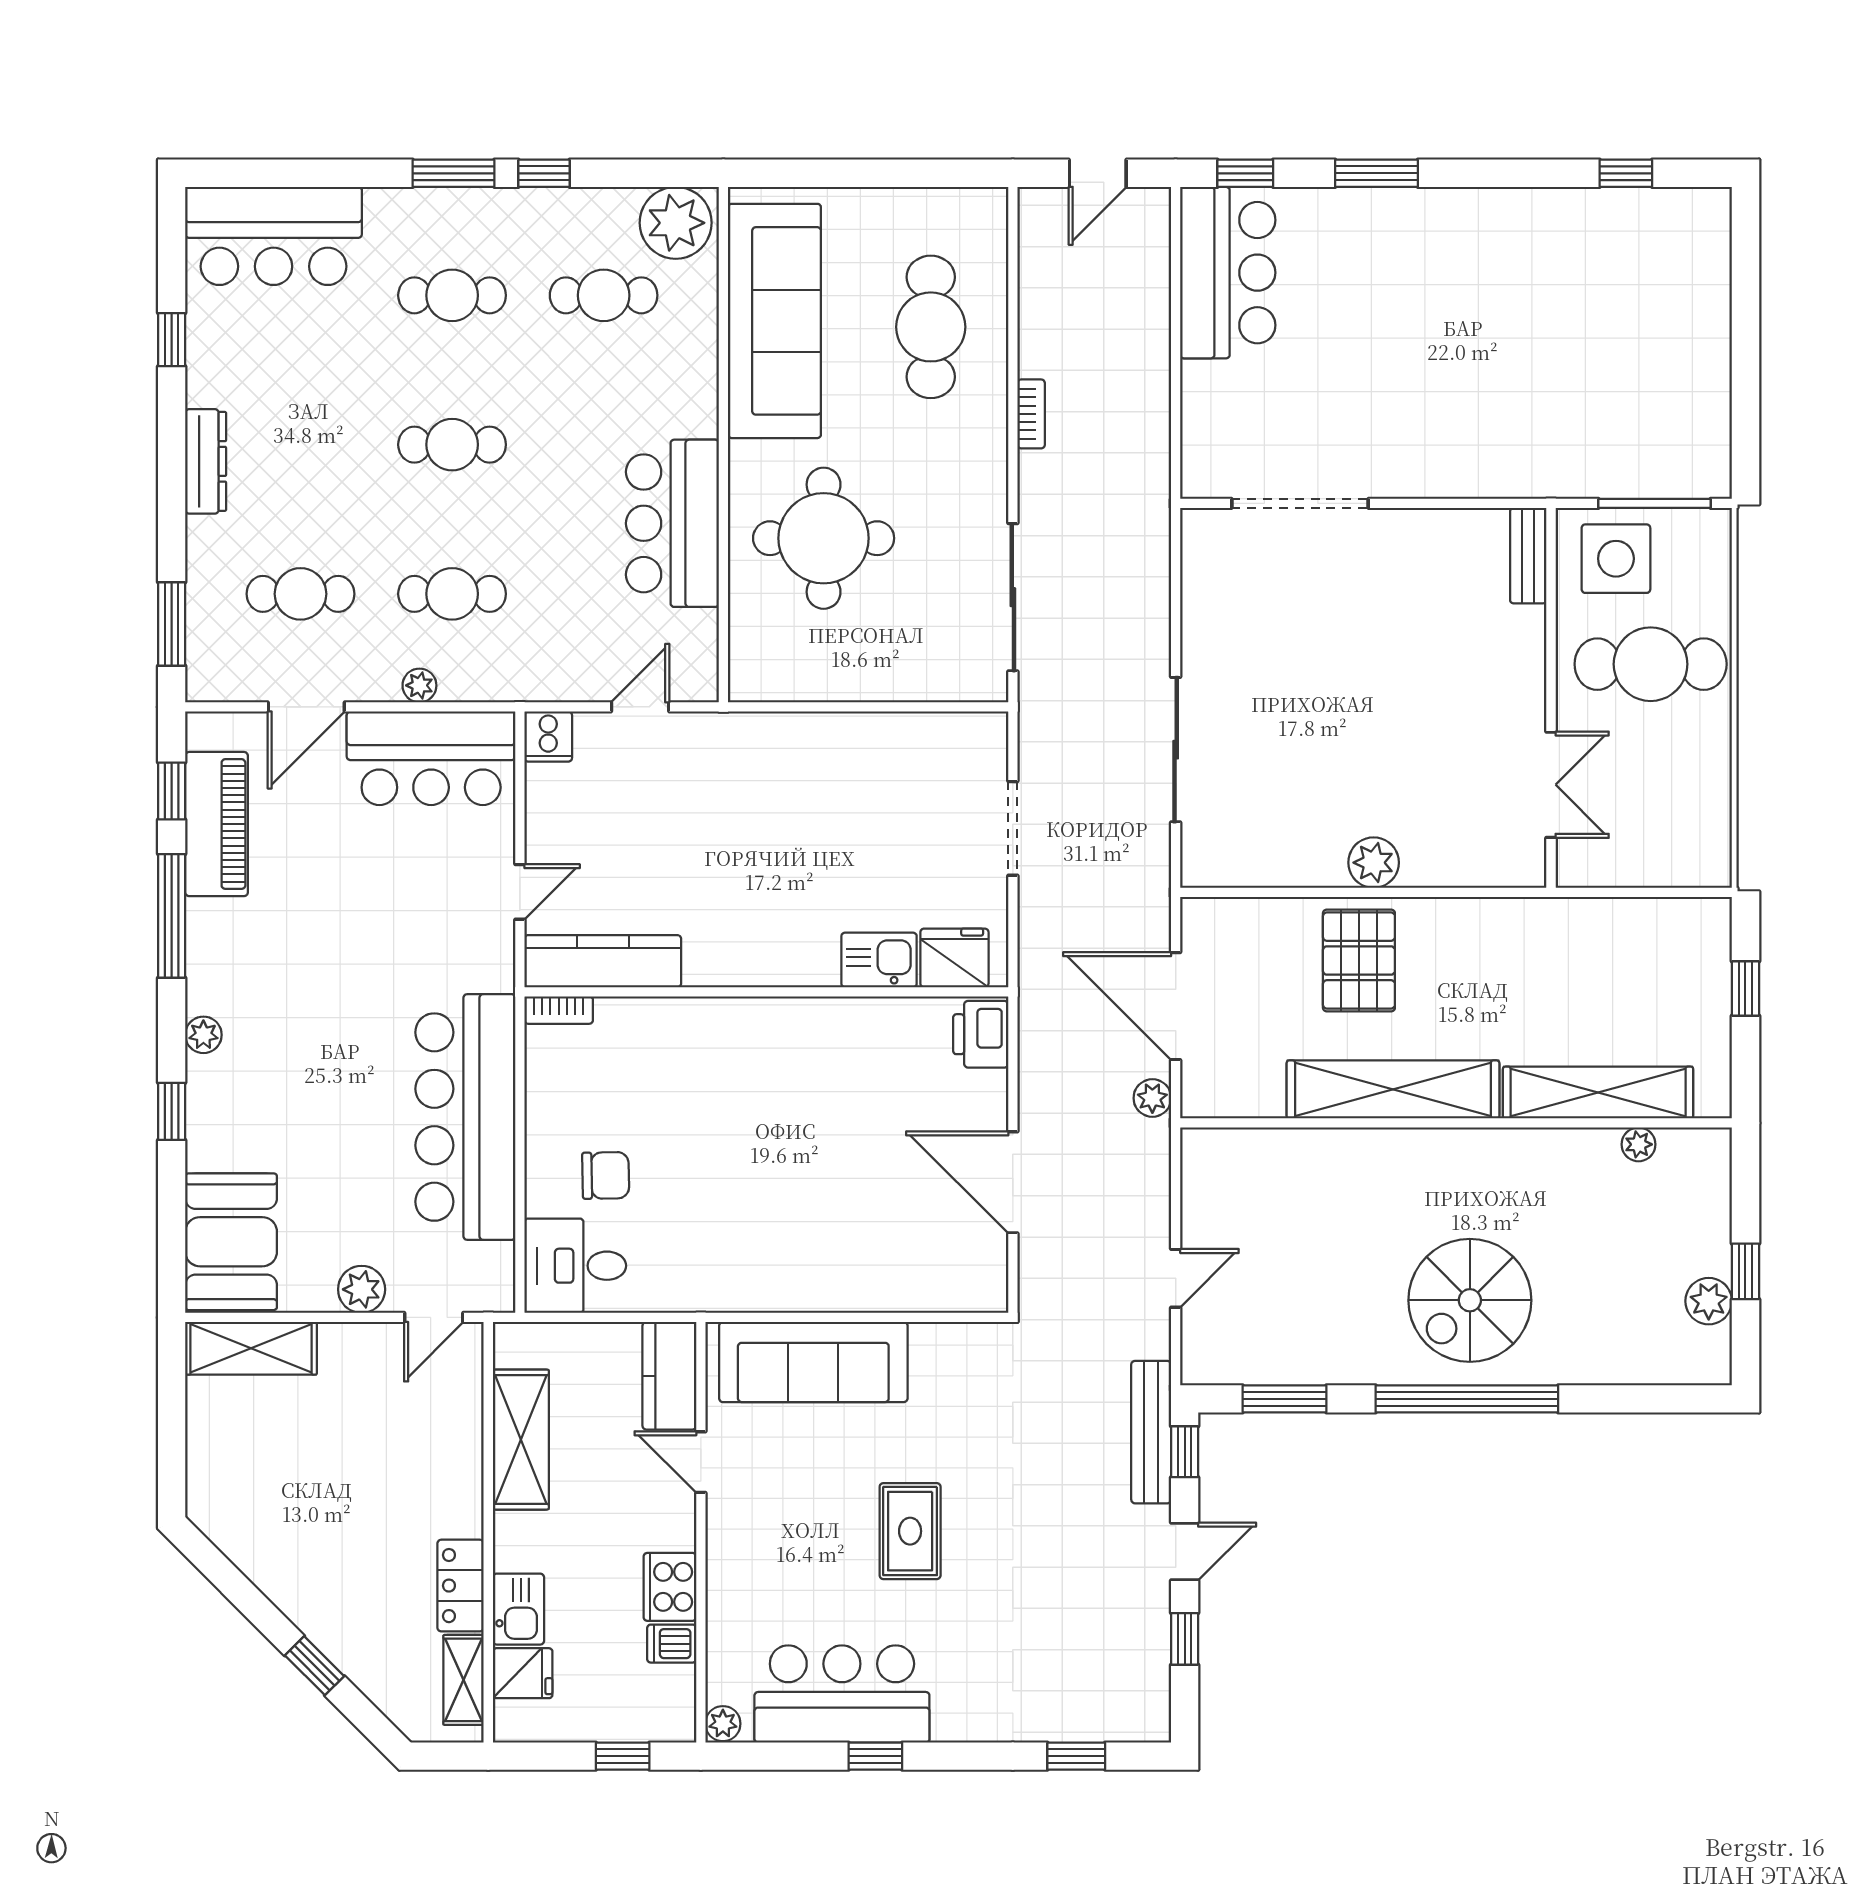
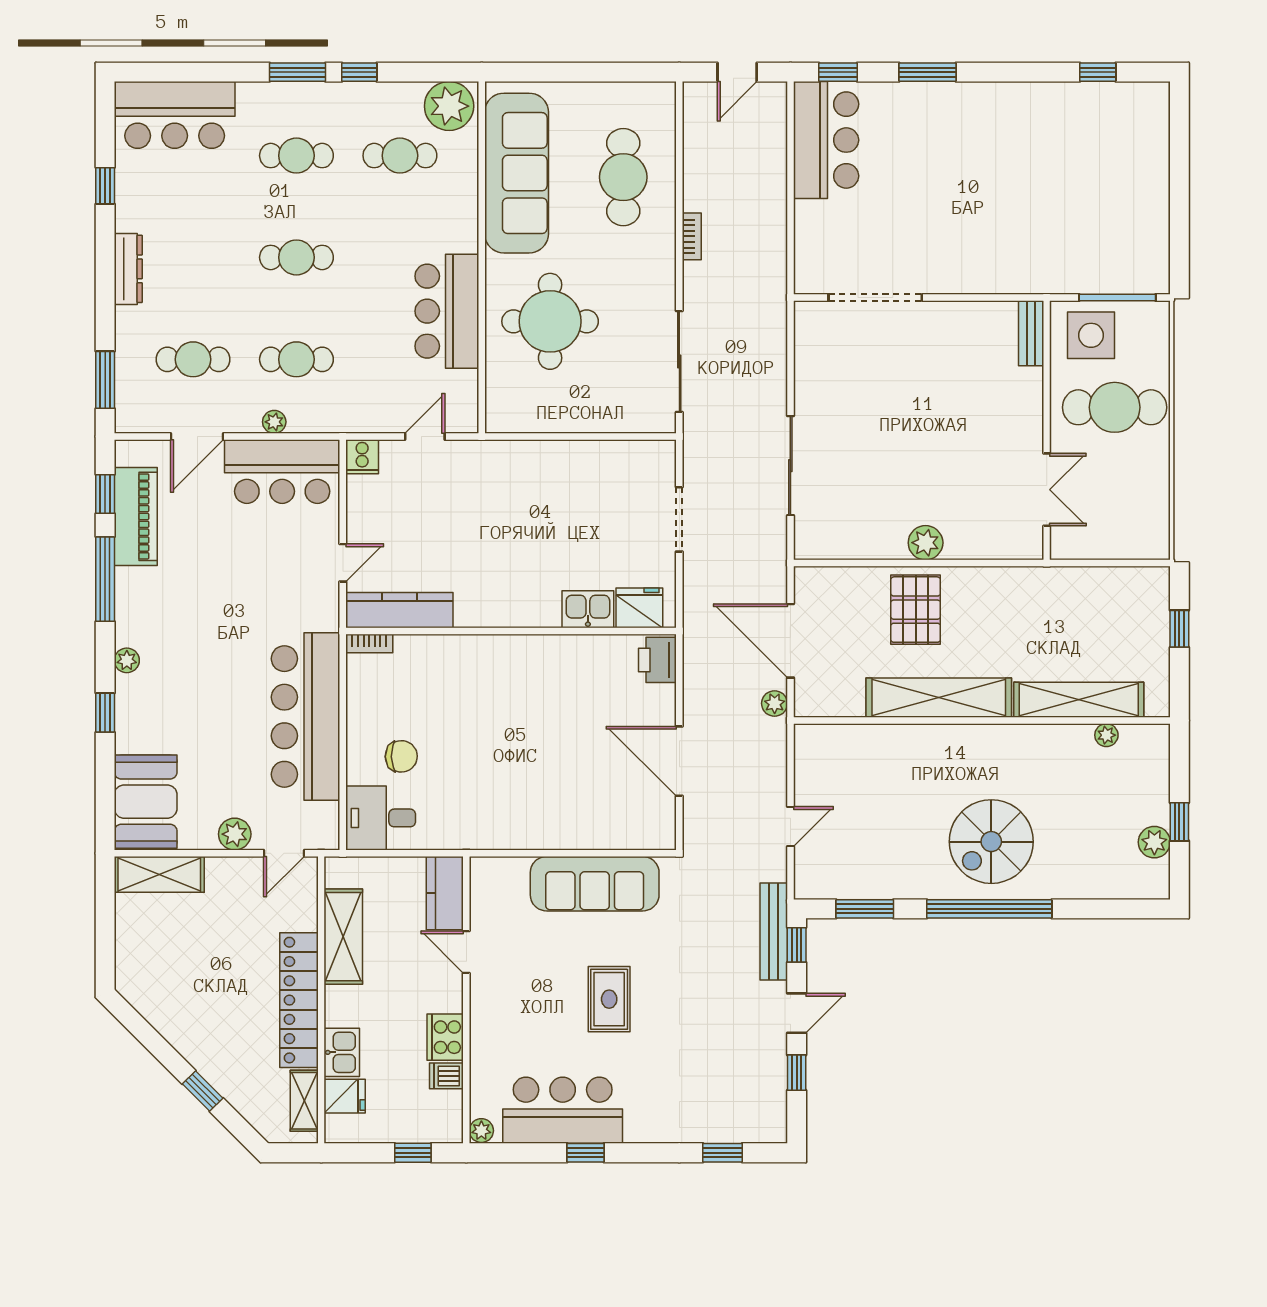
sofa: (813, 1362) -> (595, 884), moved
locker: (461, 1586) -> (299, 1000), width x2.16, depth x1.21

